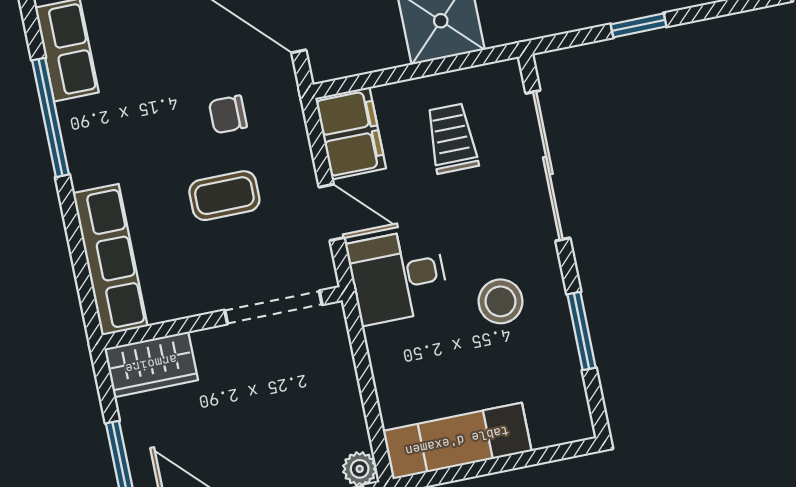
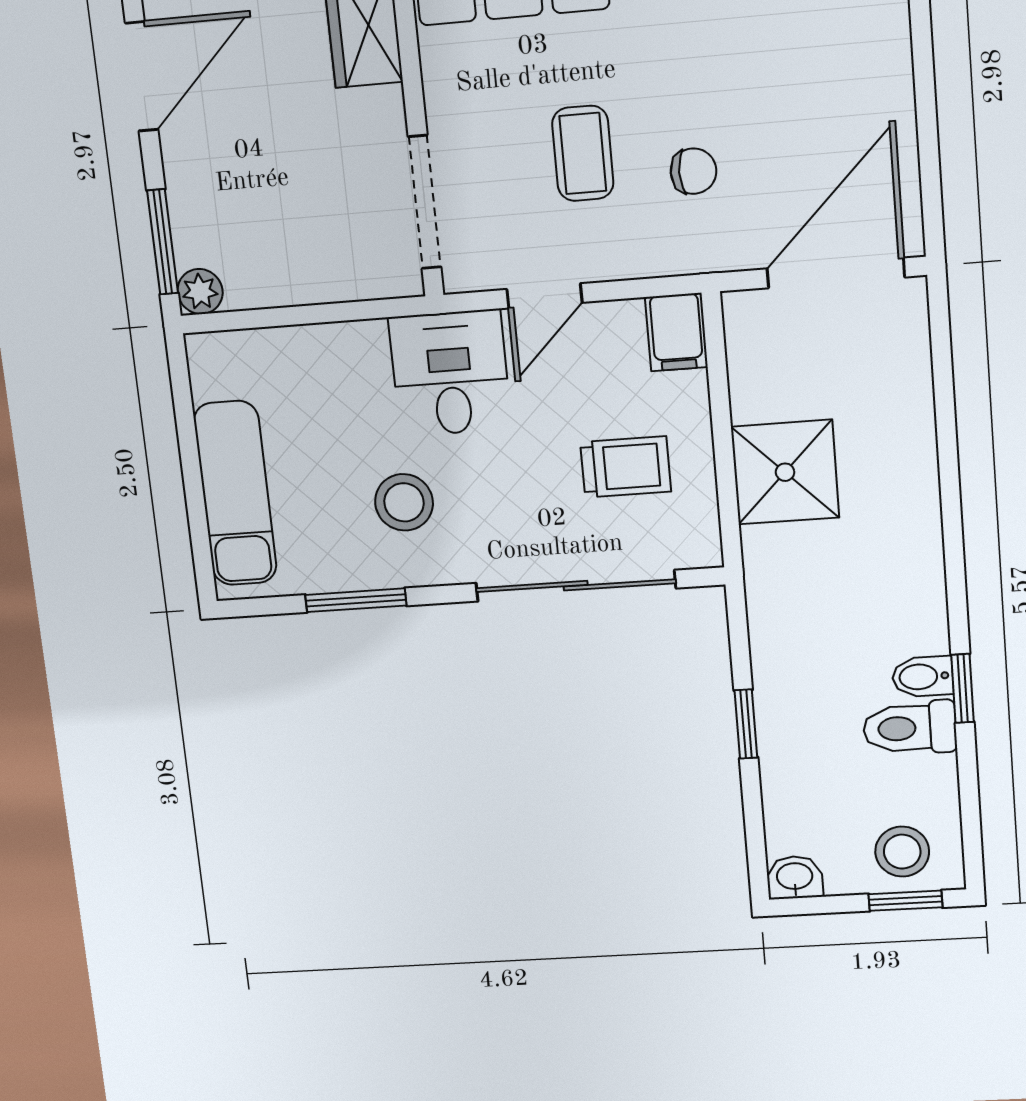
chair: (228, 114) -> (693, 171), turned 90
filing cabinet: (351, 133) -> (676, 332), width x0.50
exam couch: (457, 441) -> (235, 493), moved

